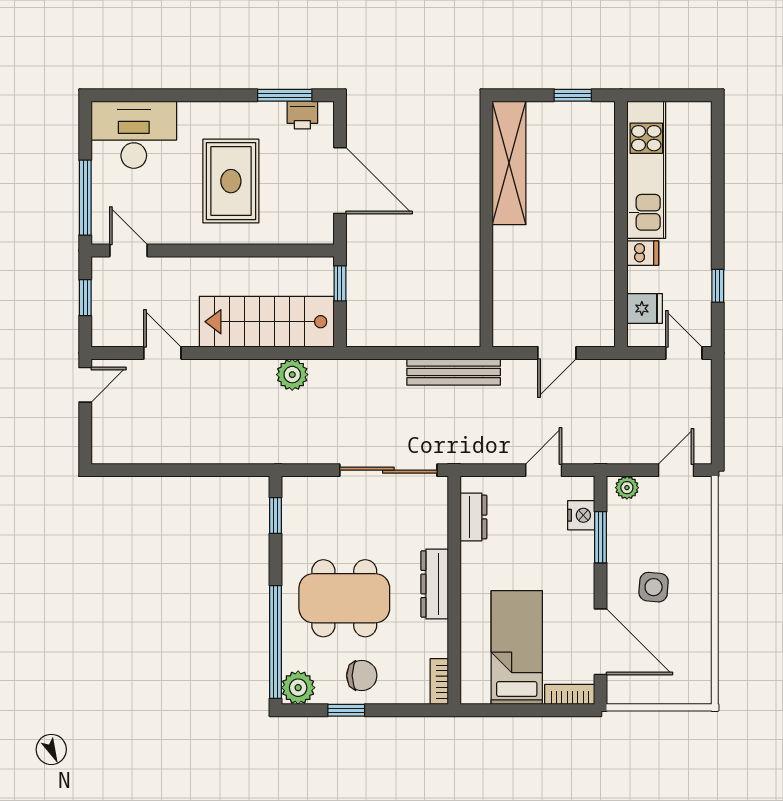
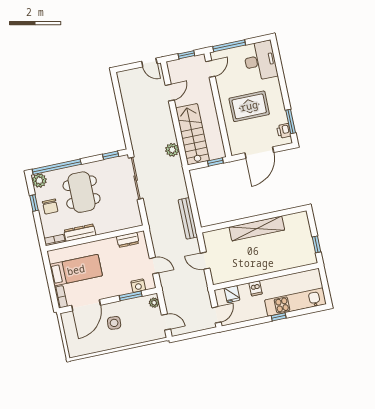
shelving: (509, 163) -> (257, 229), moved
kitchen unit: (646, 170) -> (295, 302), moved, turned 180
window: (718, 286) -> (279, 317), moved
sliding door: (388, 470) -> (136, 178), moved
dresser: (435, 584) -> (80, 233), moved

